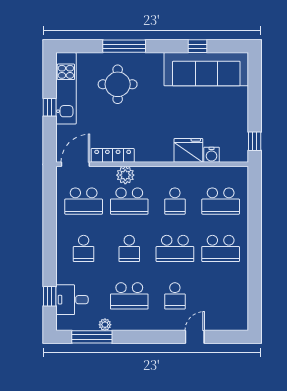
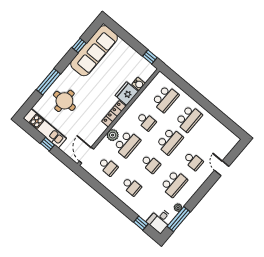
locker: (113, 155) -> (114, 114), moved
school desk: (84, 201) -> (108, 166), width x0.54
desk: (72, 300) -> (160, 220), moved

